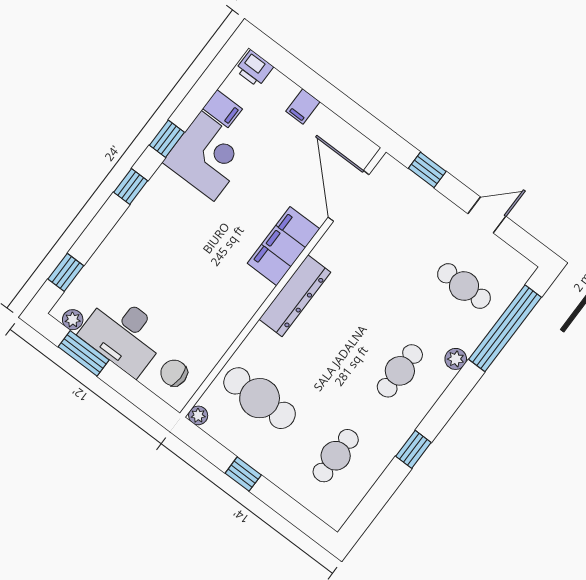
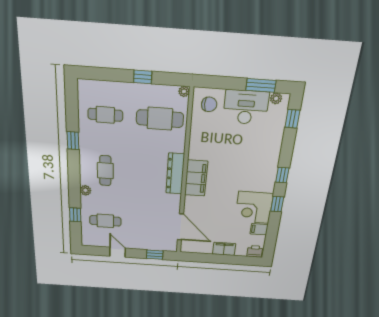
filing cabinet: (303, 107) -> (224, 249), width x2.00
door: (487, 215) -> (118, 252), swing flipped
filing cabinet: (283, 246) -> (196, 178), moved
window: (505, 328) -> (75, 215), width x0.32
cafe table: (336, 456) -> (105, 115), turned 90

